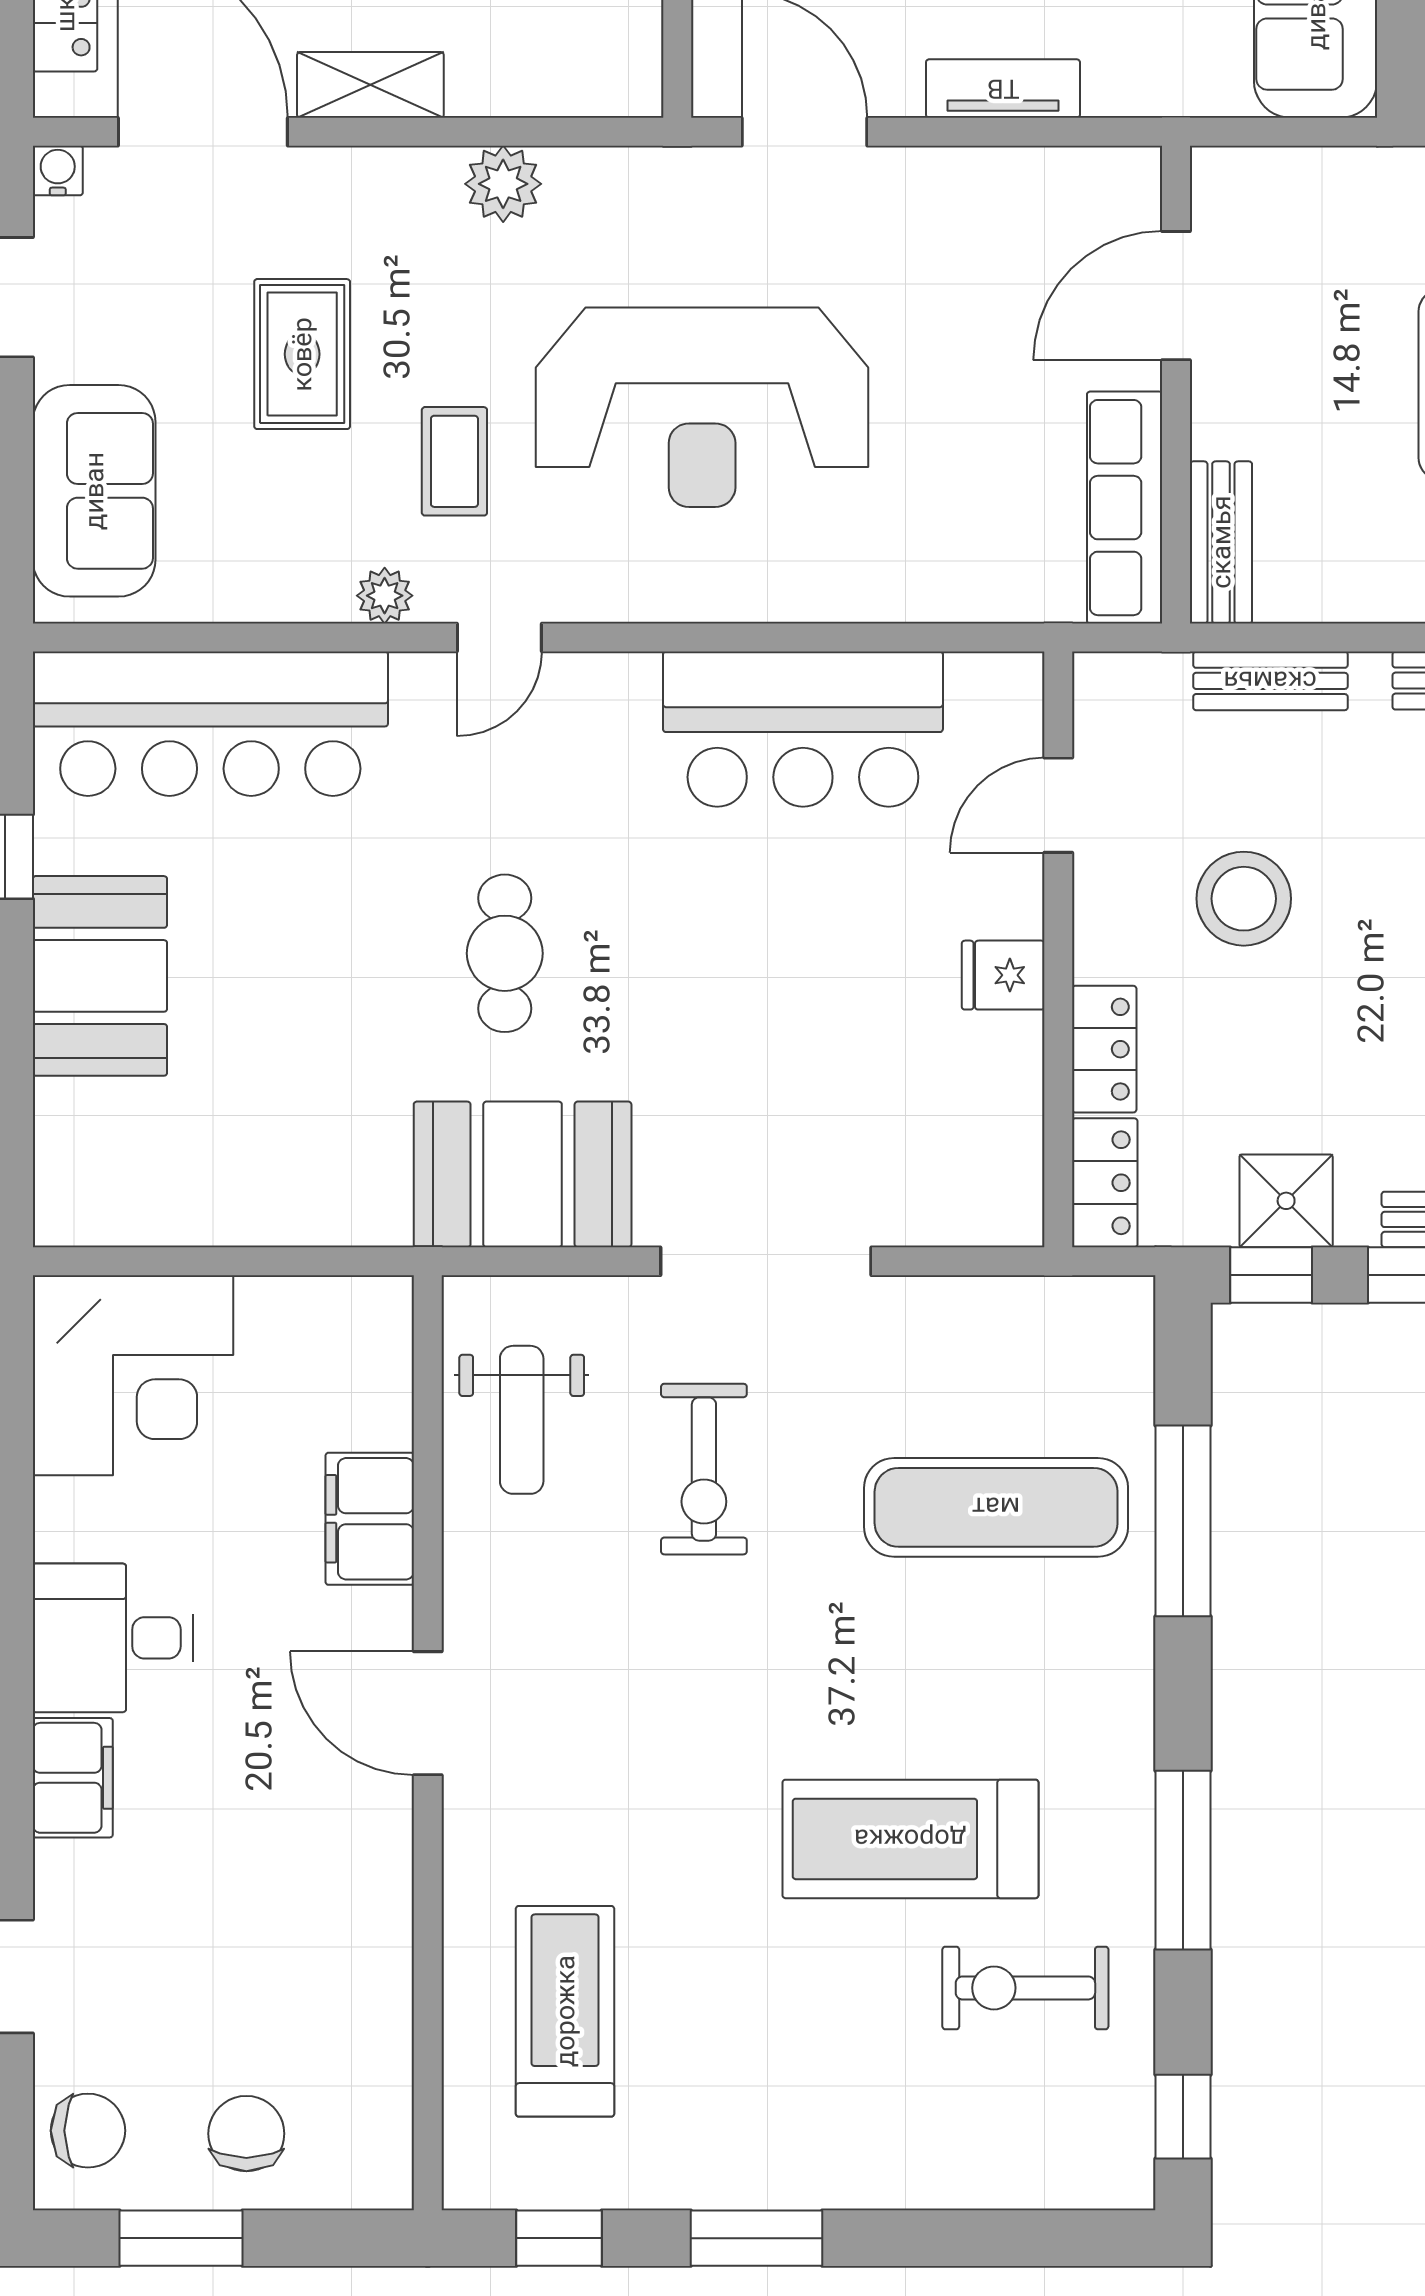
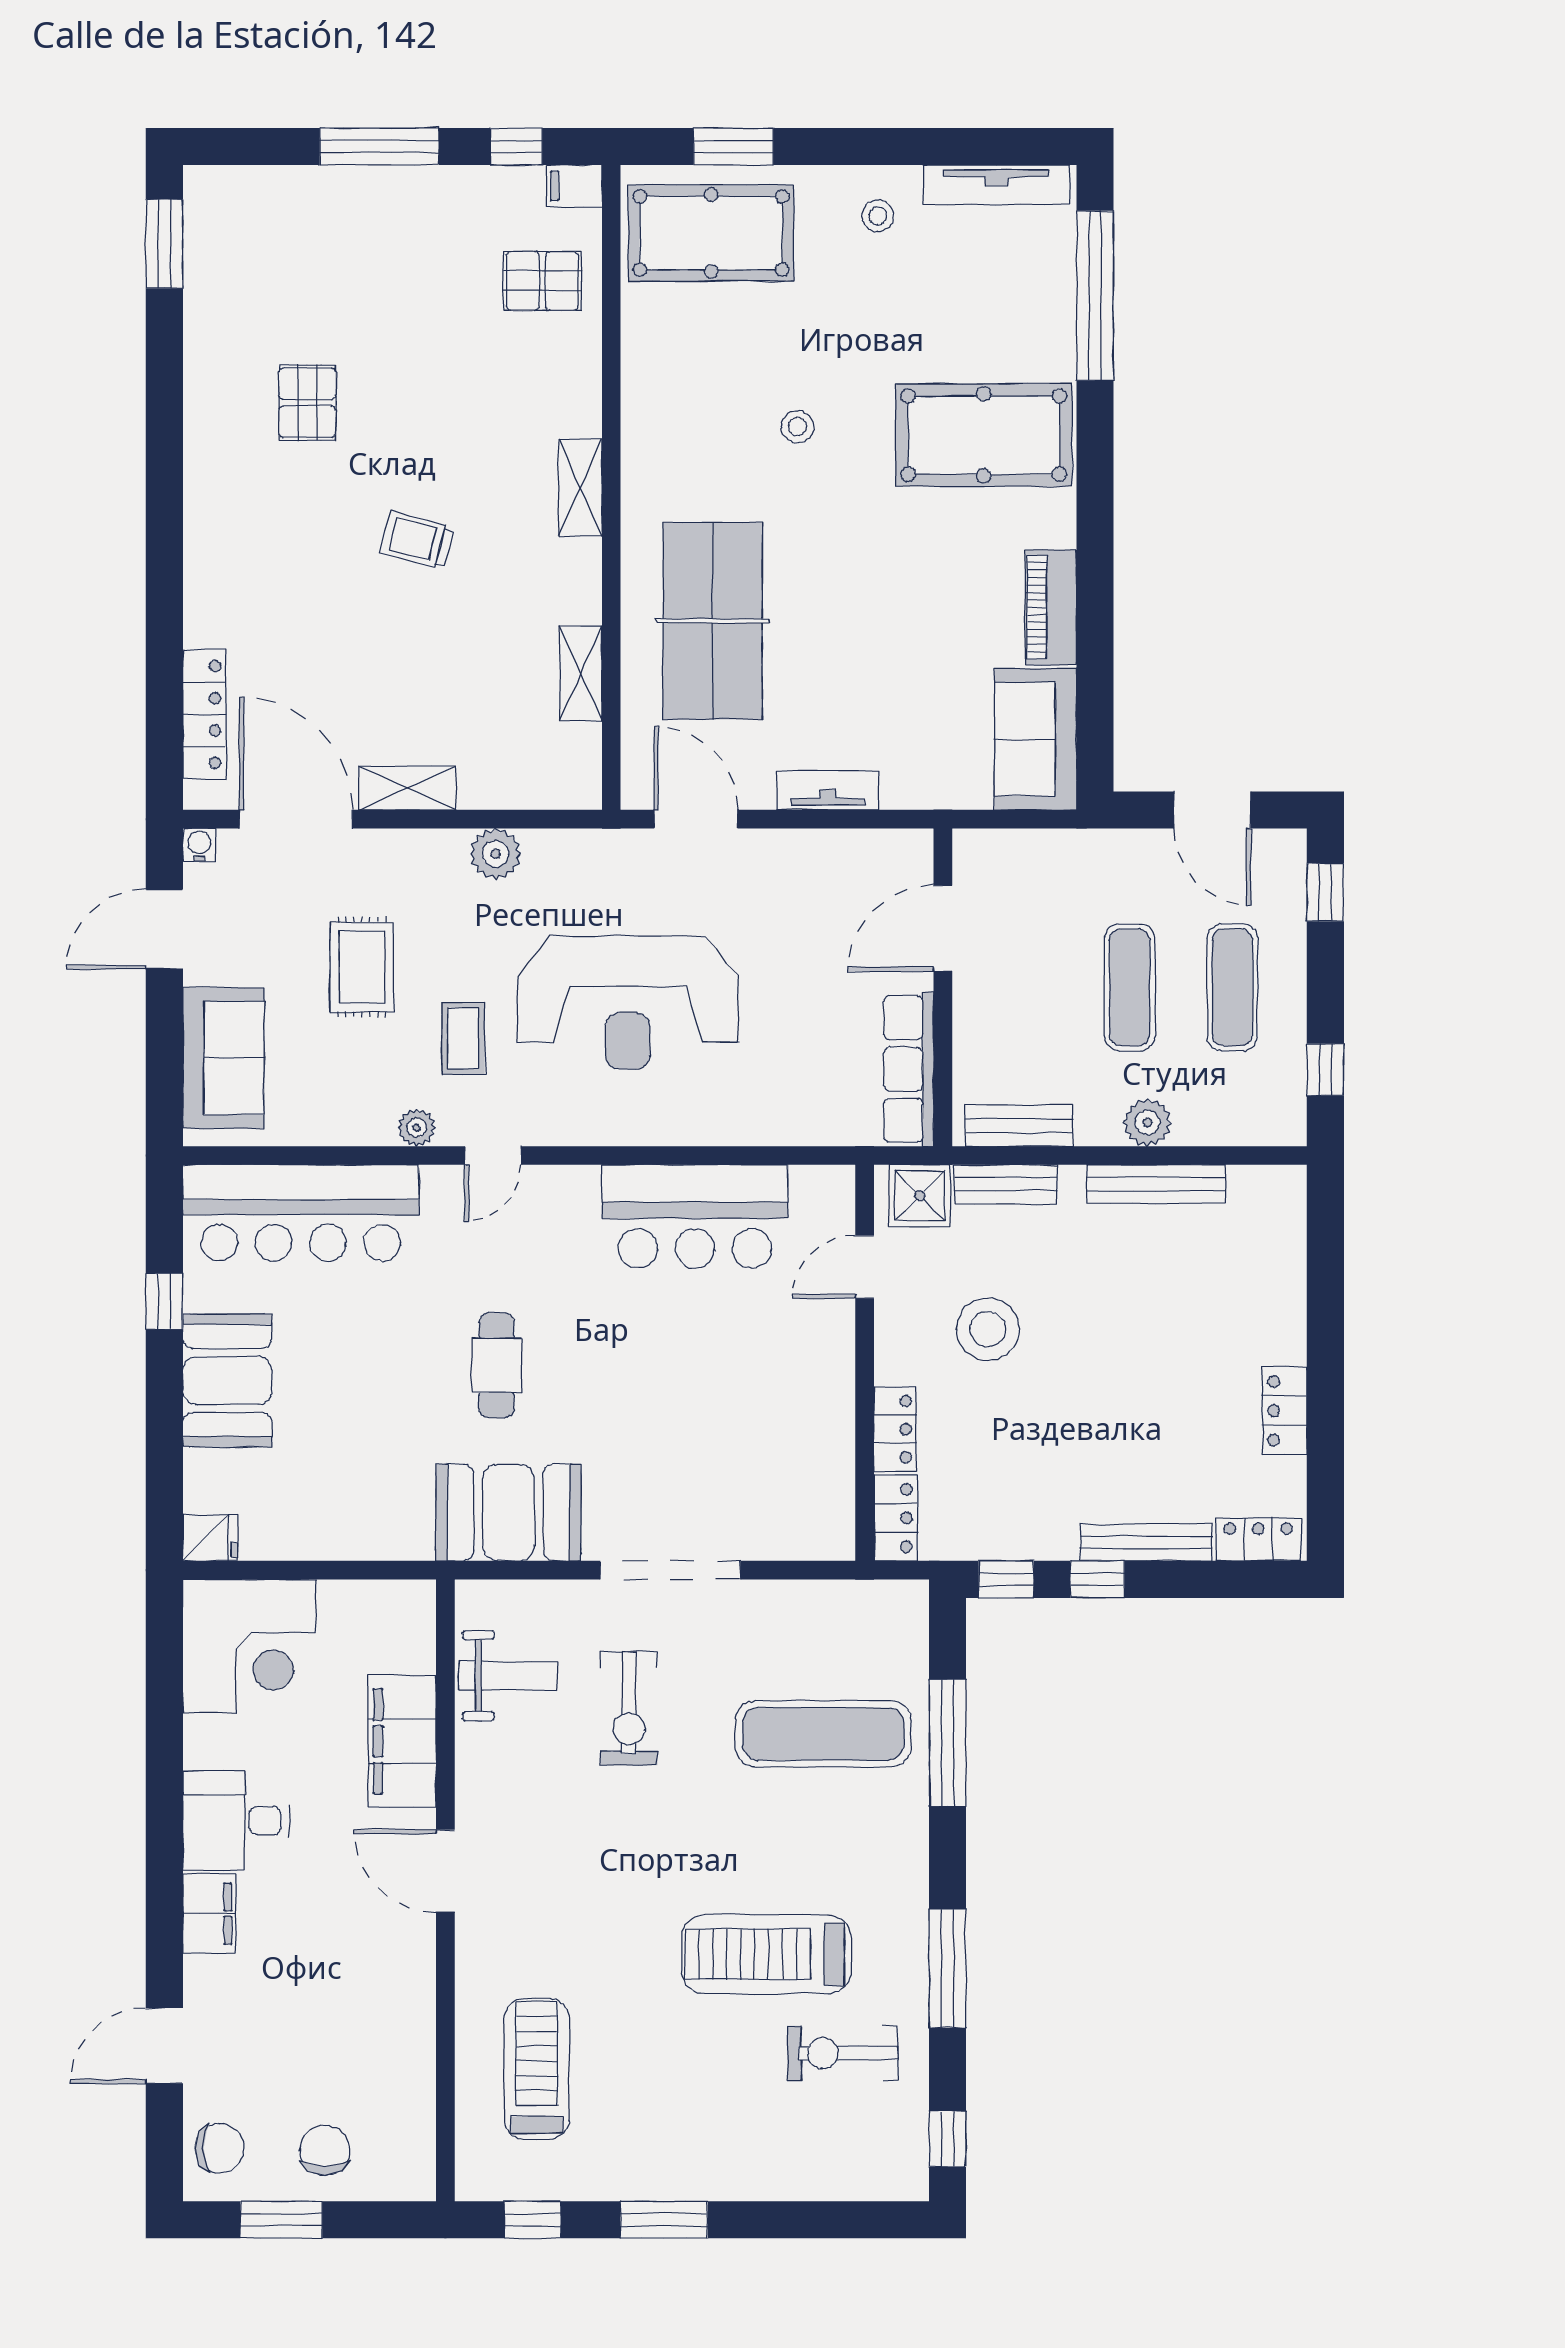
bench: (1221, 542) -> (1019, 1126), moved, turned 90
fridge: (1003, 975) -> (210, 1538), moved, turned 180
shower: (1286, 1201) -> (920, 1196), moved
weight bench: (522, 1420) -> (508, 1676), turned -90
filing cabinet: (370, 1519) -> (402, 1741), width x1.50, depth x1.17

